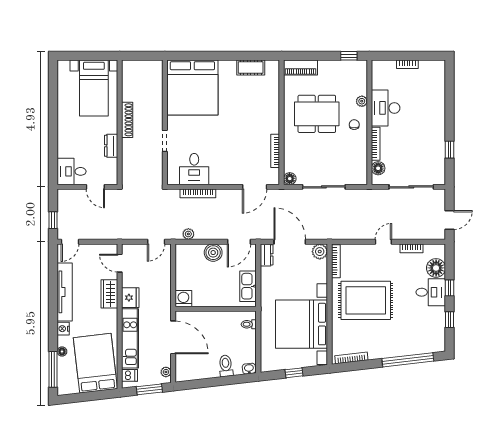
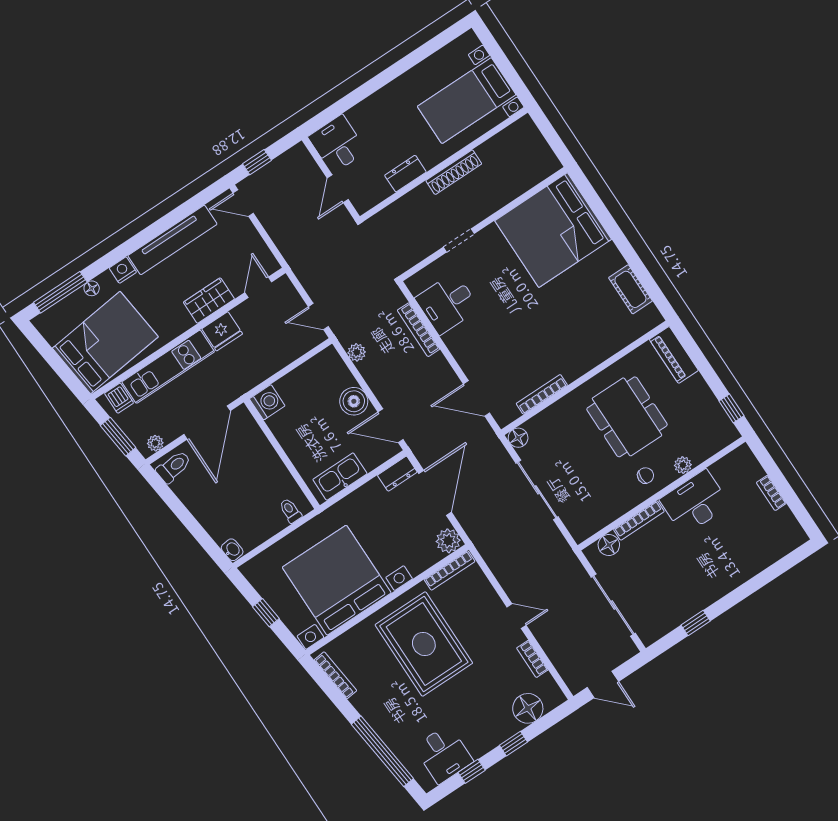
desk: (431, 292) -> (444, 754), moved
toilet: (226, 366) -> (174, 467), moved

